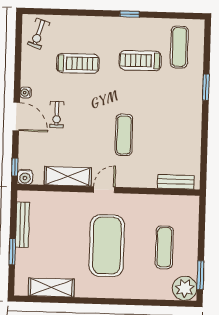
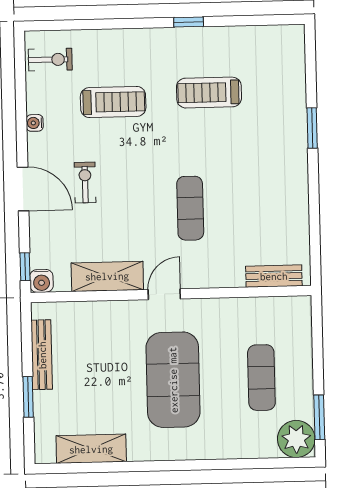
exercise bike: (38, 34) -> (50, 60), turned -108
exercise mat: (179, 47) -> (268, 68), removed
water cooler: (26, 93) -> (35, 123), moved
exercise bike: (57, 115) -> (85, 183), turned 180

